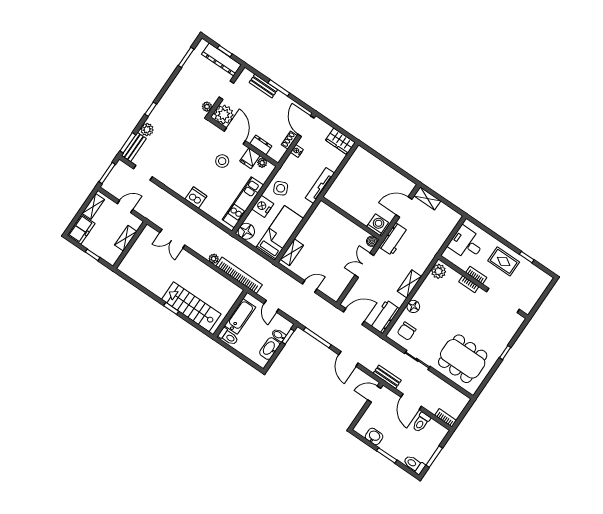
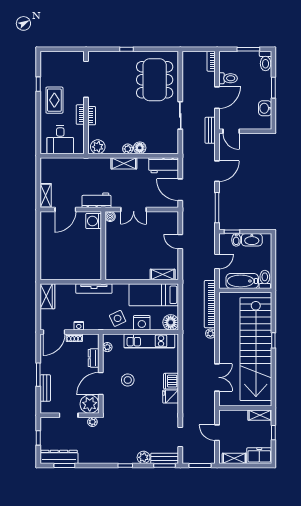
dresser: (221, 60) -> (59, 457), moved, turned -90
fridge: (250, 158) -> (171, 397), moved, turned 180
door: (404, 207) -> (65, 210), hinge flipped
shelving: (126, 238) -> (260, 415), moved
plant: (419, 296) -> (128, 149), added
stairs: (191, 307) -> (256, 349), width x1.86, depth x1.51
chair: (407, 331) -> (163, 140), removed

